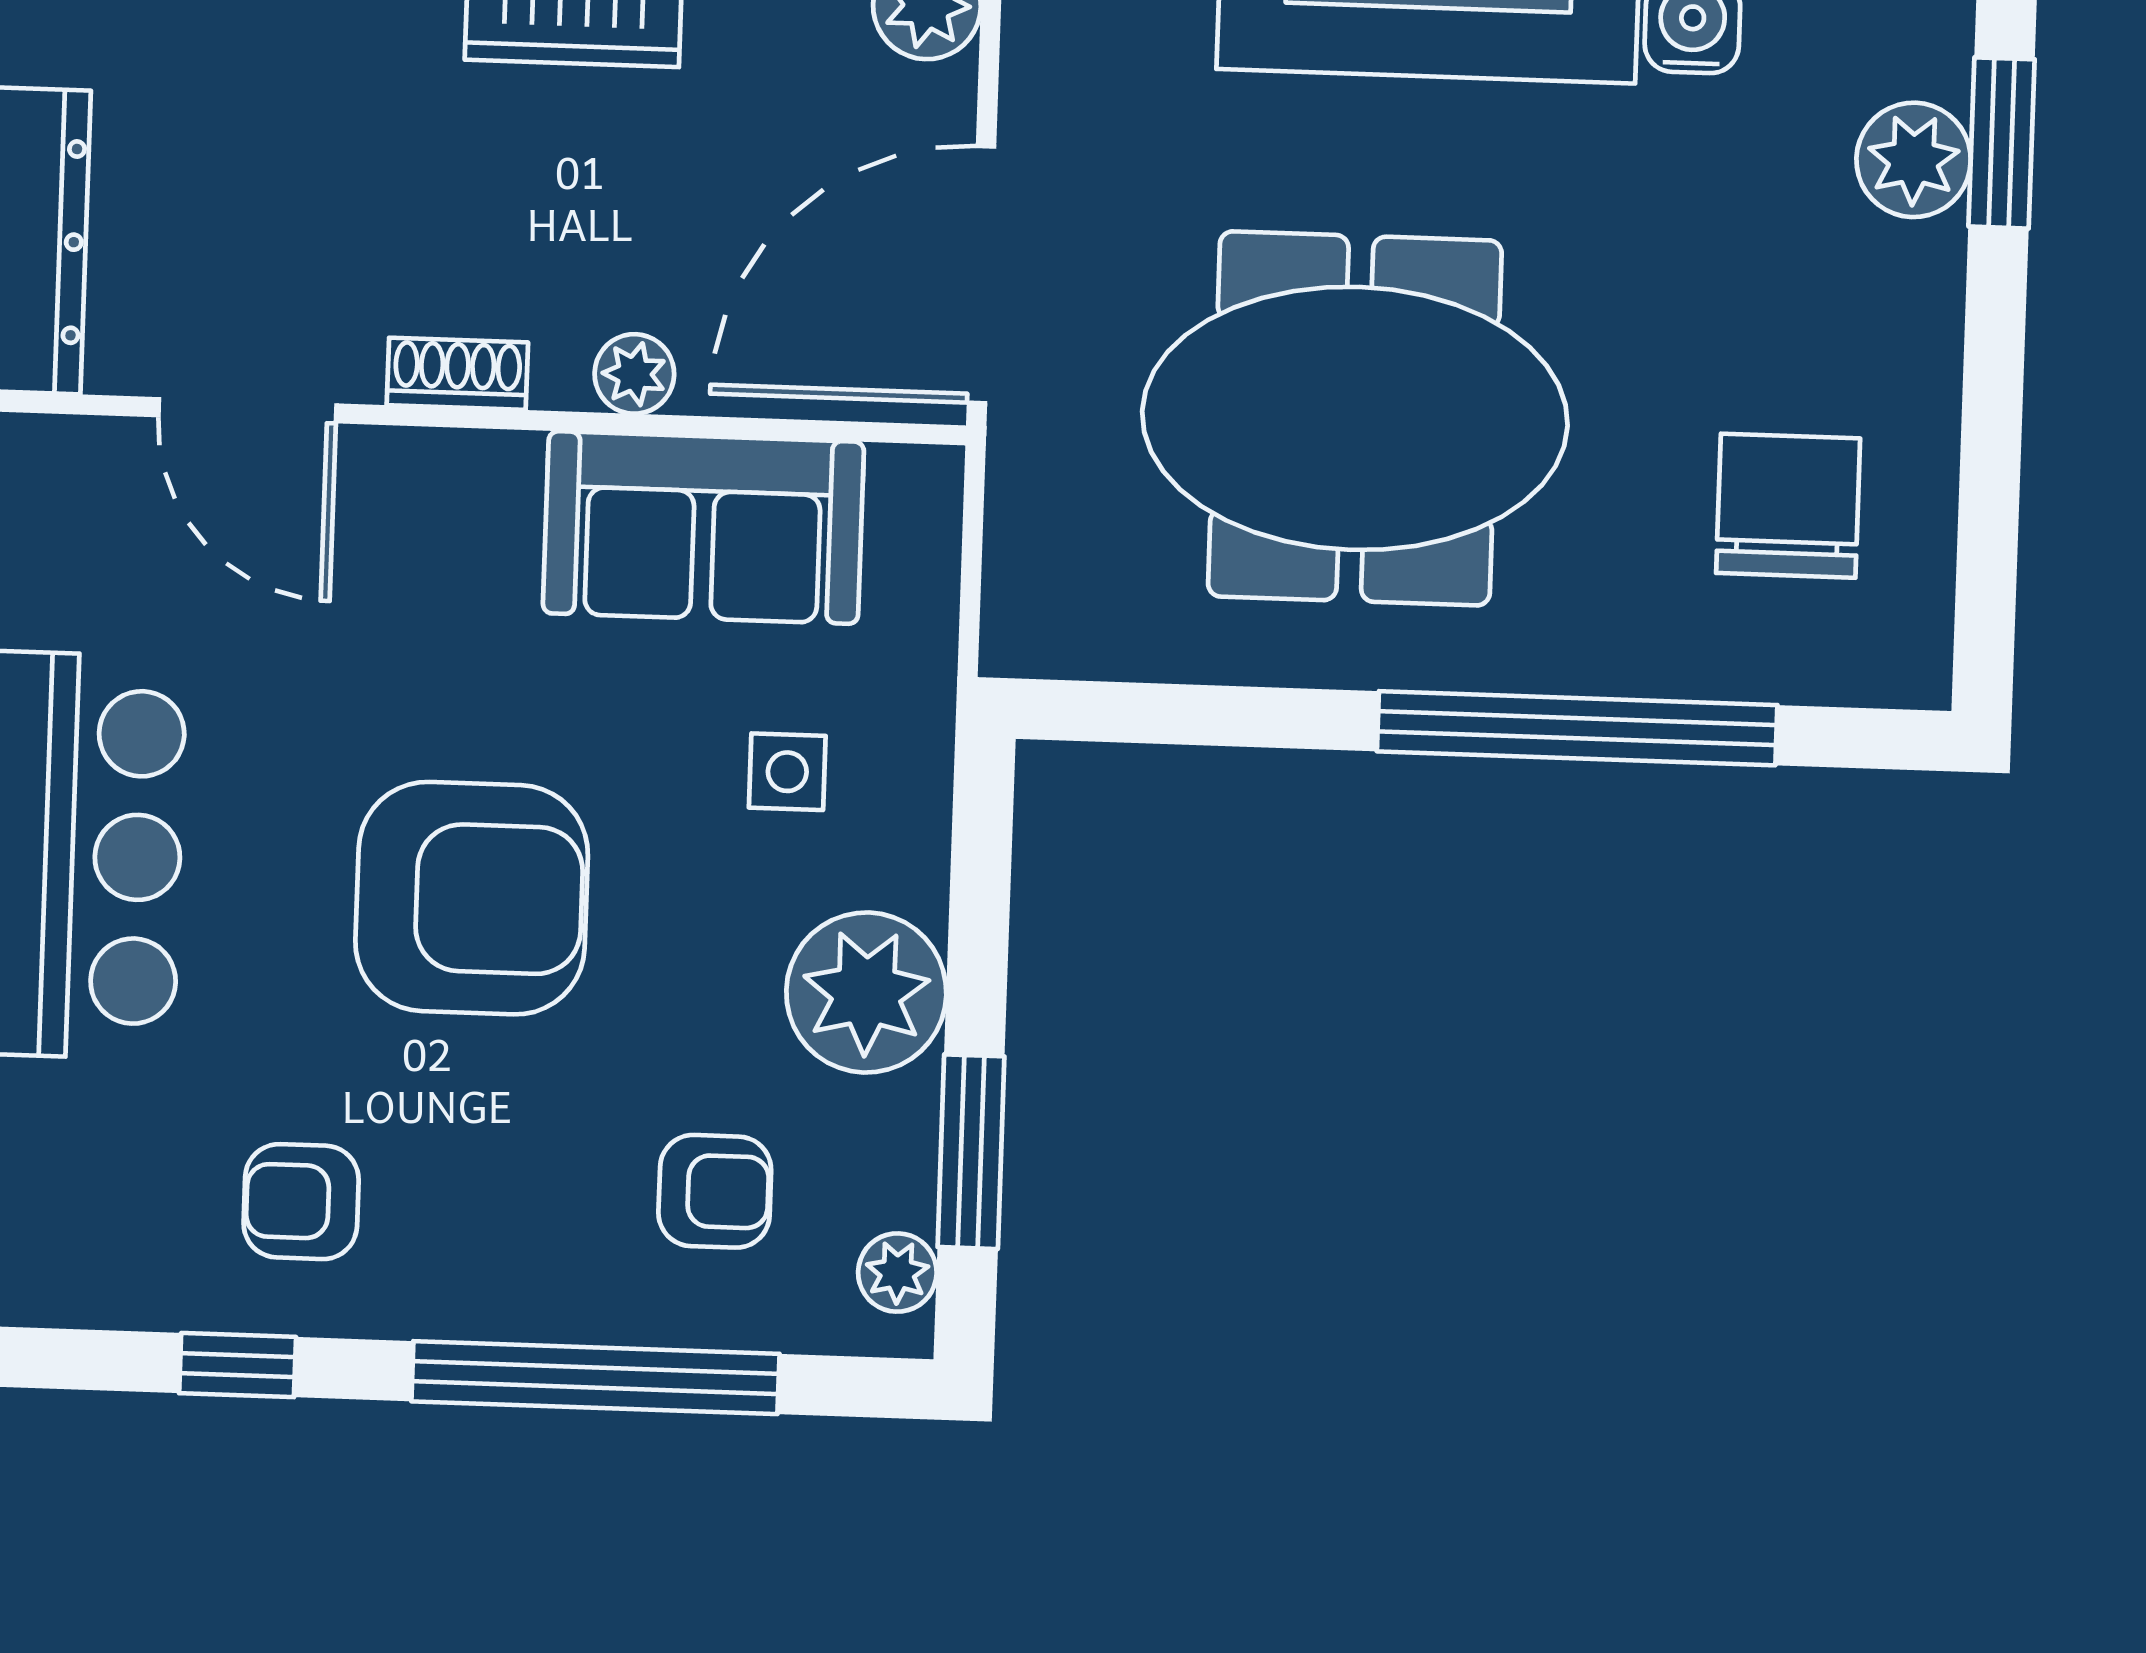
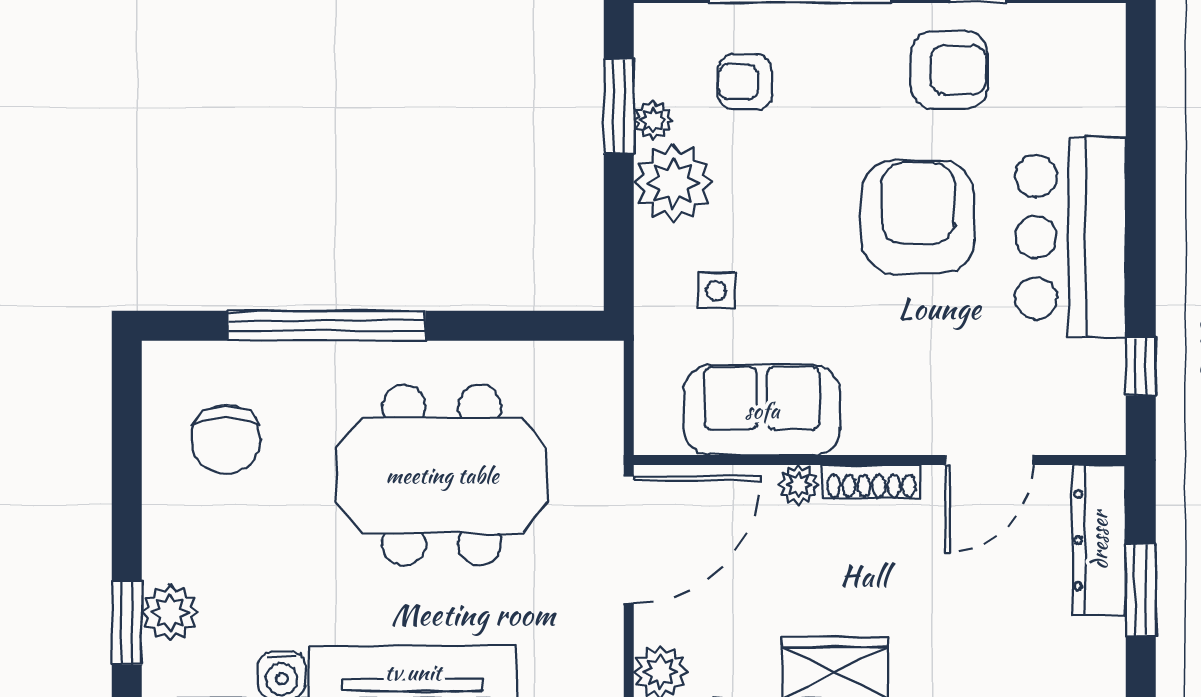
shoe rack: (457, 374) -> (871, 482), width x1.43
door: (247, 410) -> (989, 460), swing flipped
armchair: (472, 898) -> (918, 217), moved, turned 90
armchair: (301, 1202) -> (949, 70), width x1.38, depth x1.38
plant: (897, 1273) -> (653, 120), moved

